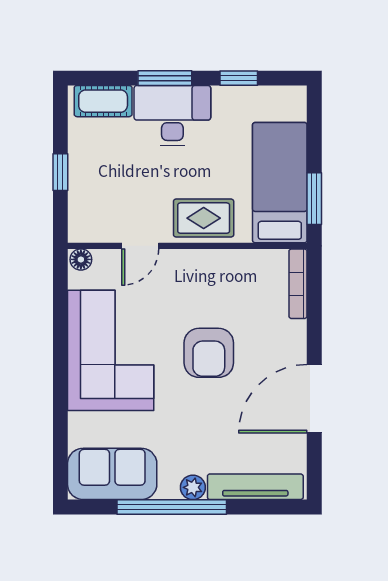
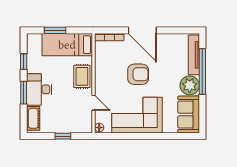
window: (314, 199) -> (55, 30), moved
door: (314, 399) -> (142, 30), moved
plant: (193, 487) -> (190, 85), width x1.88, depth x1.88
window: (172, 507) -> (202, 72), moved

